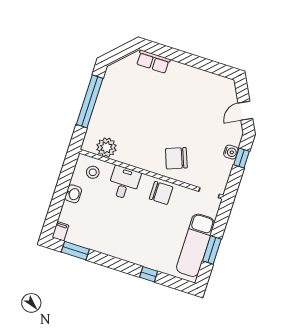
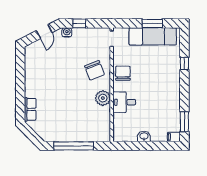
door: (245, 111) -> (44, 32), hinge flipped
plant: (106, 147) -> (103, 98), moved
water cooler: (231, 152) -> (67, 32), moved
stool: (93, 172) -> (124, 127), removed

